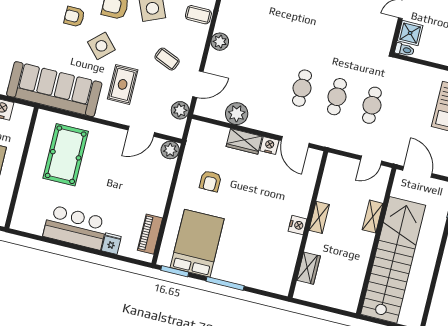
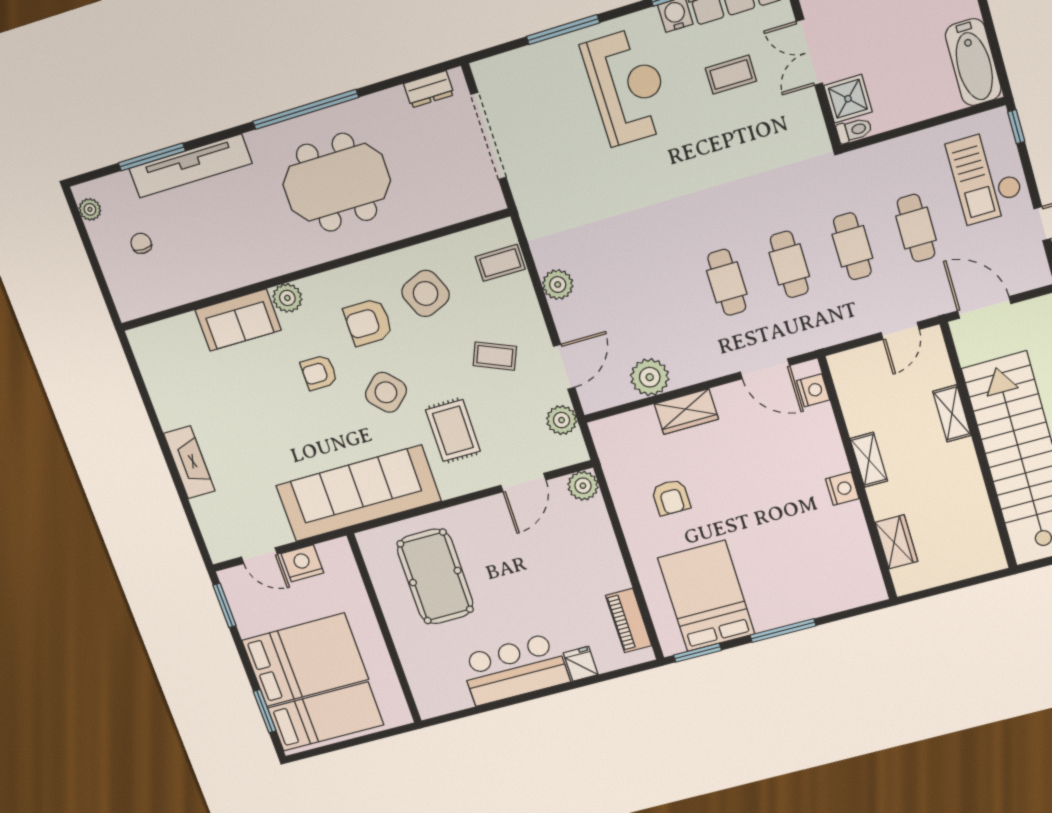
cafe table: (407, 114) -> (916, 228), added
nightstand: (269, 146) -> (813, 390), moved, turned 90

